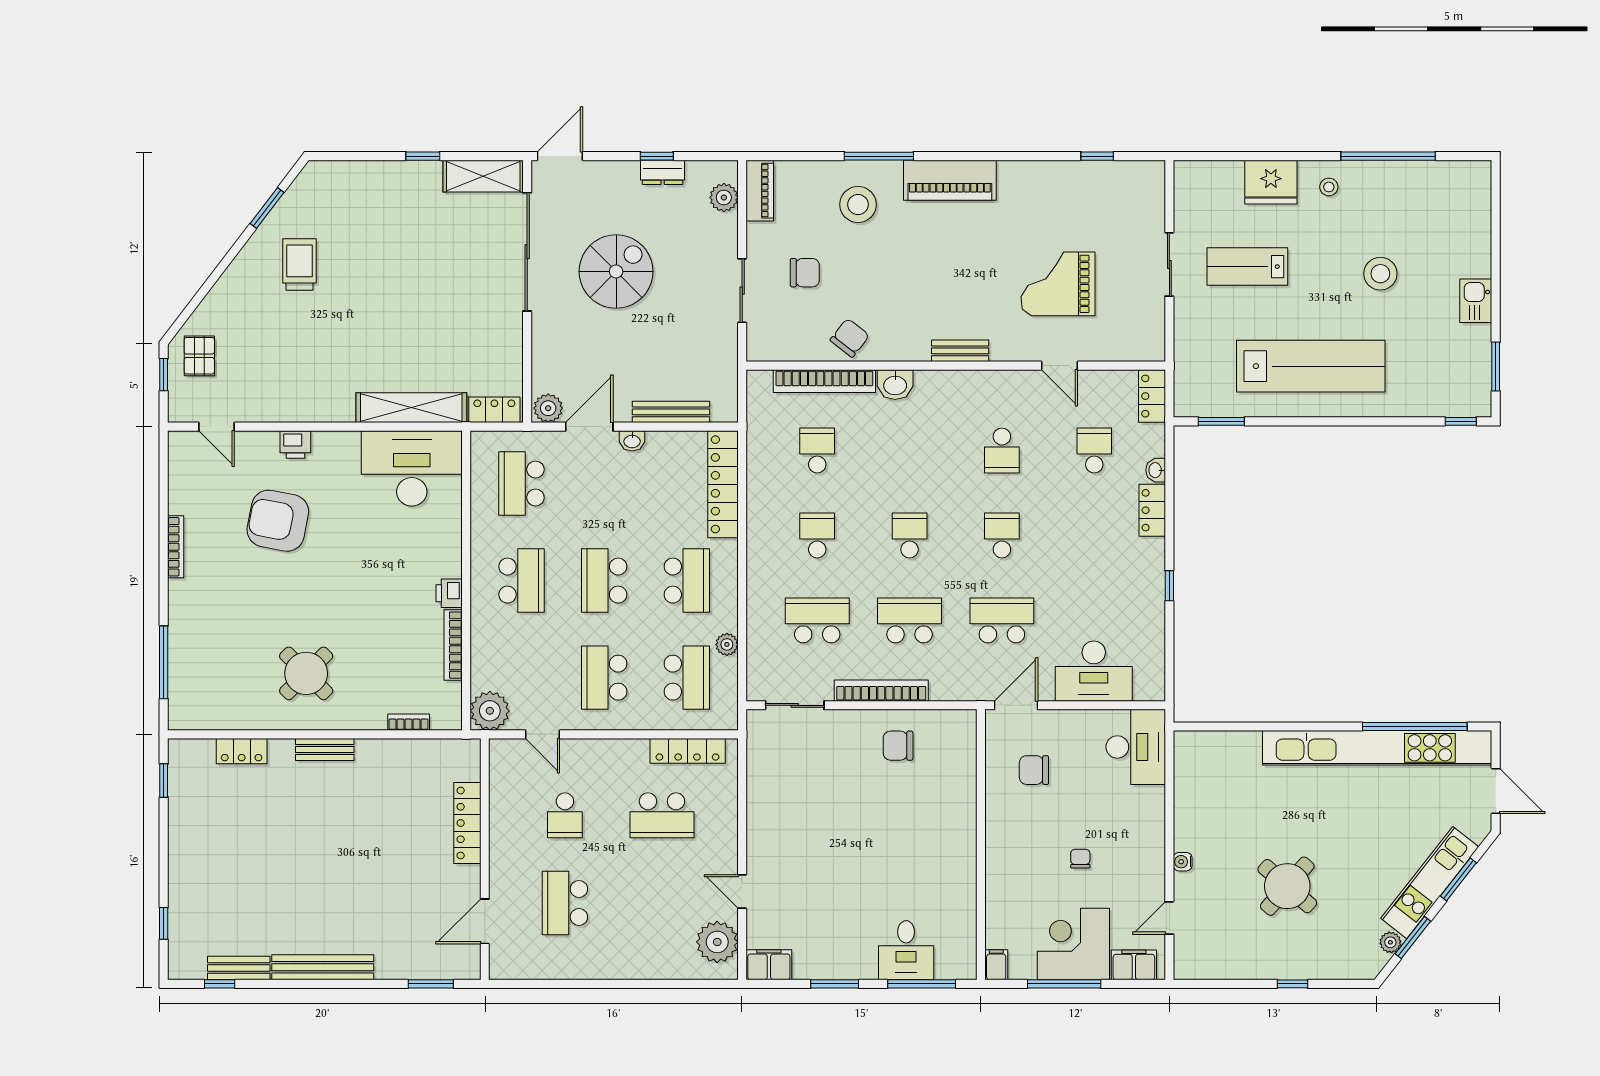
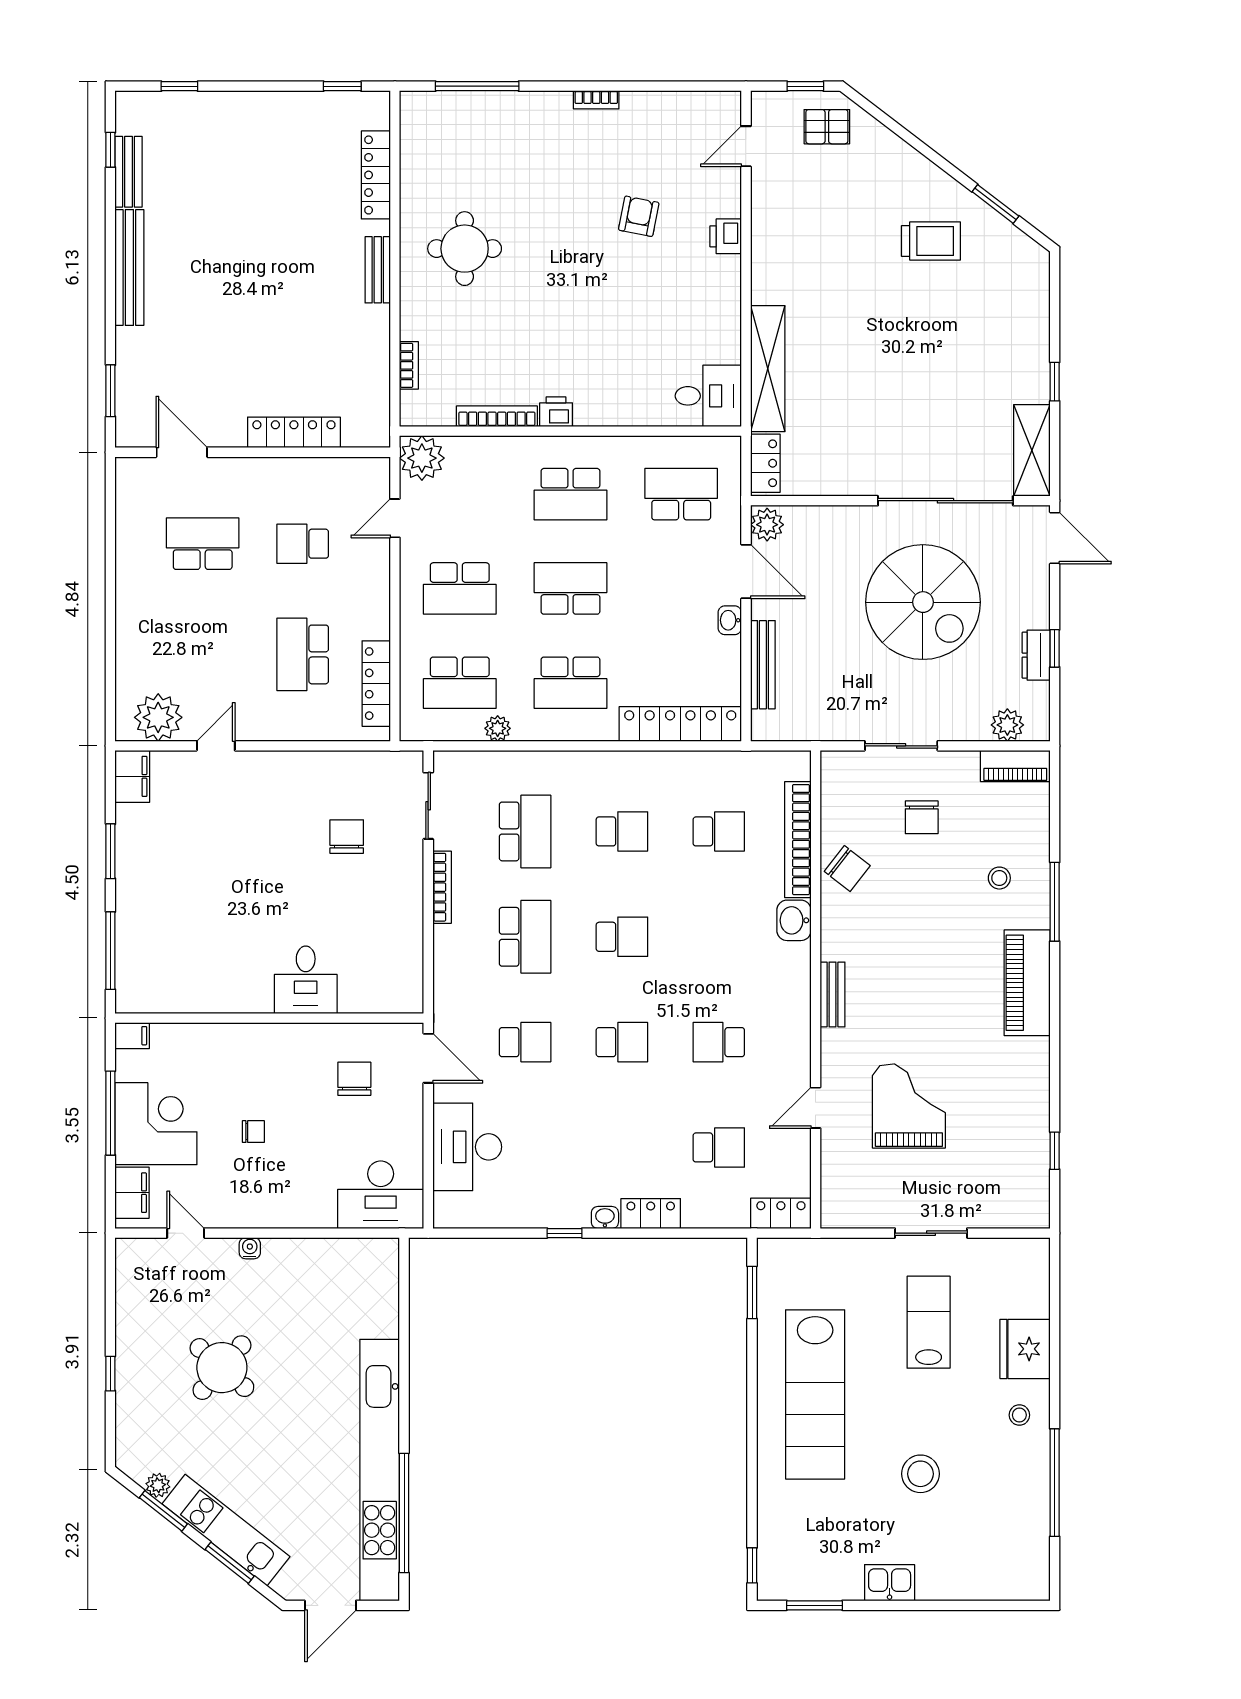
stool: (858, 205) -> (999, 878), width x0.53, depth x0.53
spiral stairs: (616, 271) -> (923, 602), width x1.37, depth x1.37
desk: (412, 468) -> (708, 396), width x0.53, depth x0.77
washbasin: (1156, 470) -> (605, 1218), moved
armchair: (278, 521) -> (639, 216), width x0.53, depth x0.53
bookcase: (176, 547) -> (596, 100), width x0.64
school desk: (1002, 620) -> (525, 1042), width x0.54
round table: (306, 673) -> (465, 249), turned 45
school desk: (604, 678) -> (460, 588), turned 180
bookcase: (881, 691) -> (442, 887), width x0.68, depth x0.76
chair: (898, 746) -> (347, 837), moved
locker: (242, 751) -> (376, 175), width x1.53
desk: (906, 950) -> (306, 980), moved, turned -90

